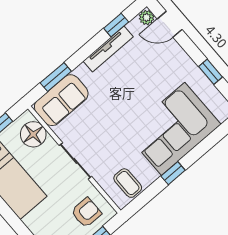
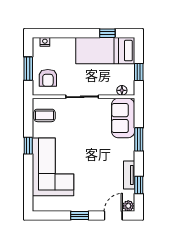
tv unit: (108, 49) -> (129, 175), width x0.71
window: (211, 72) -> (80, 216), moved
window: (56, 77) -> (139, 139), moved
floor lamp: (33, 134) -> (122, 90), width x0.53, depth x0.53

